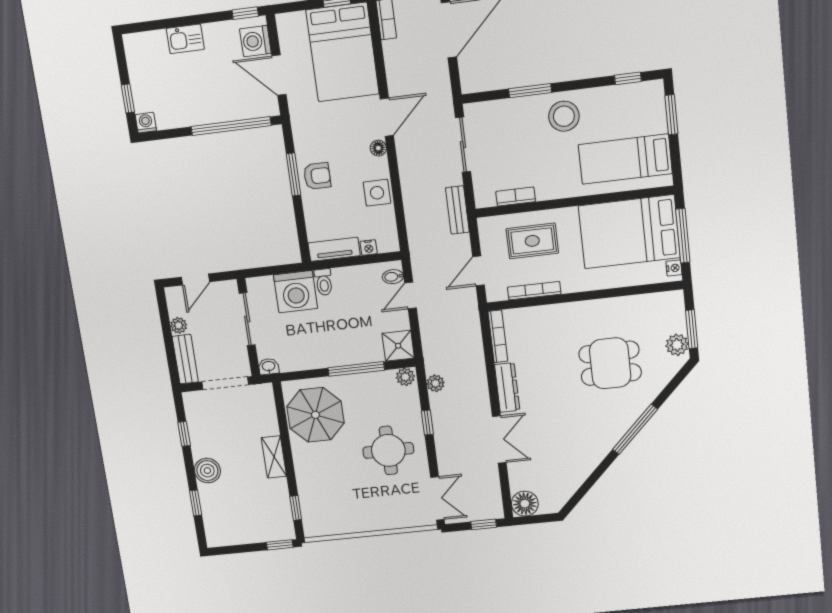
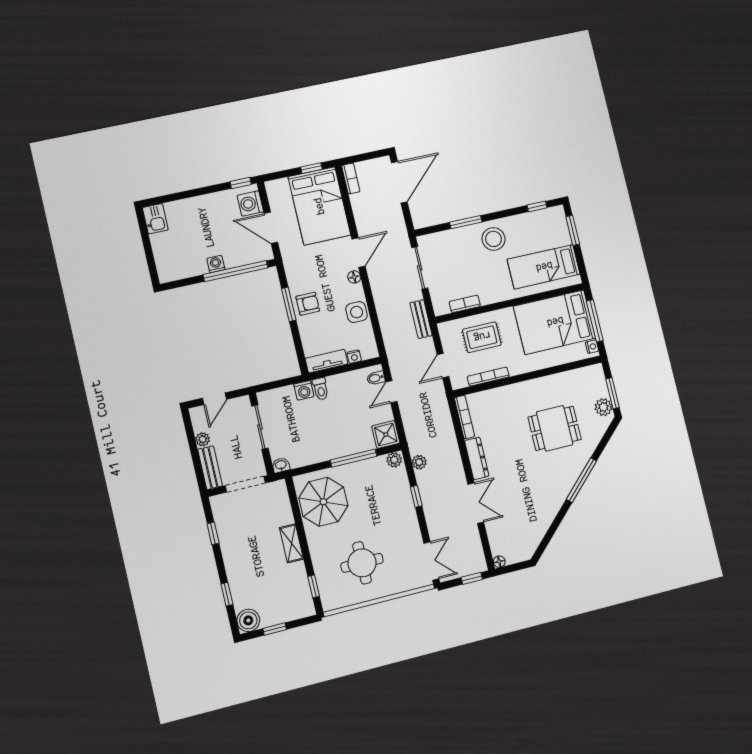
kitchen sink: (185, 39) -> (155, 219), moved, turned -90
window: (128, 98) -> (150, 257), removed
washing machine: (146, 123) -> (216, 264), moved
washing machine: (296, 292) -> (304, 390), width x0.53, depth x0.53
round table: (388, 450) -> (362, 563), moved
boiler: (207, 471) -> (248, 620), moved
floor lamp: (525, 504) -> (499, 562), width x0.53, depth x0.53
window: (280, 545) -> (275, 629), moved

